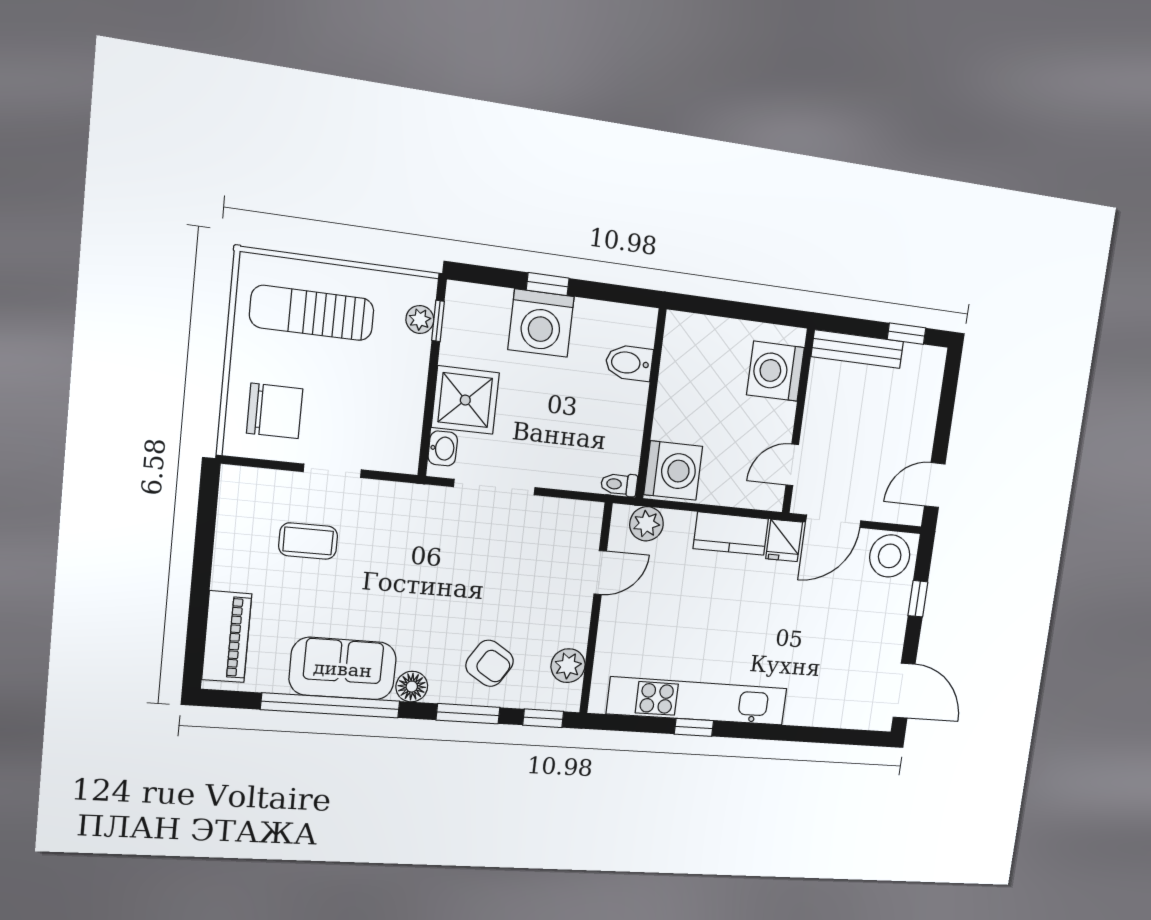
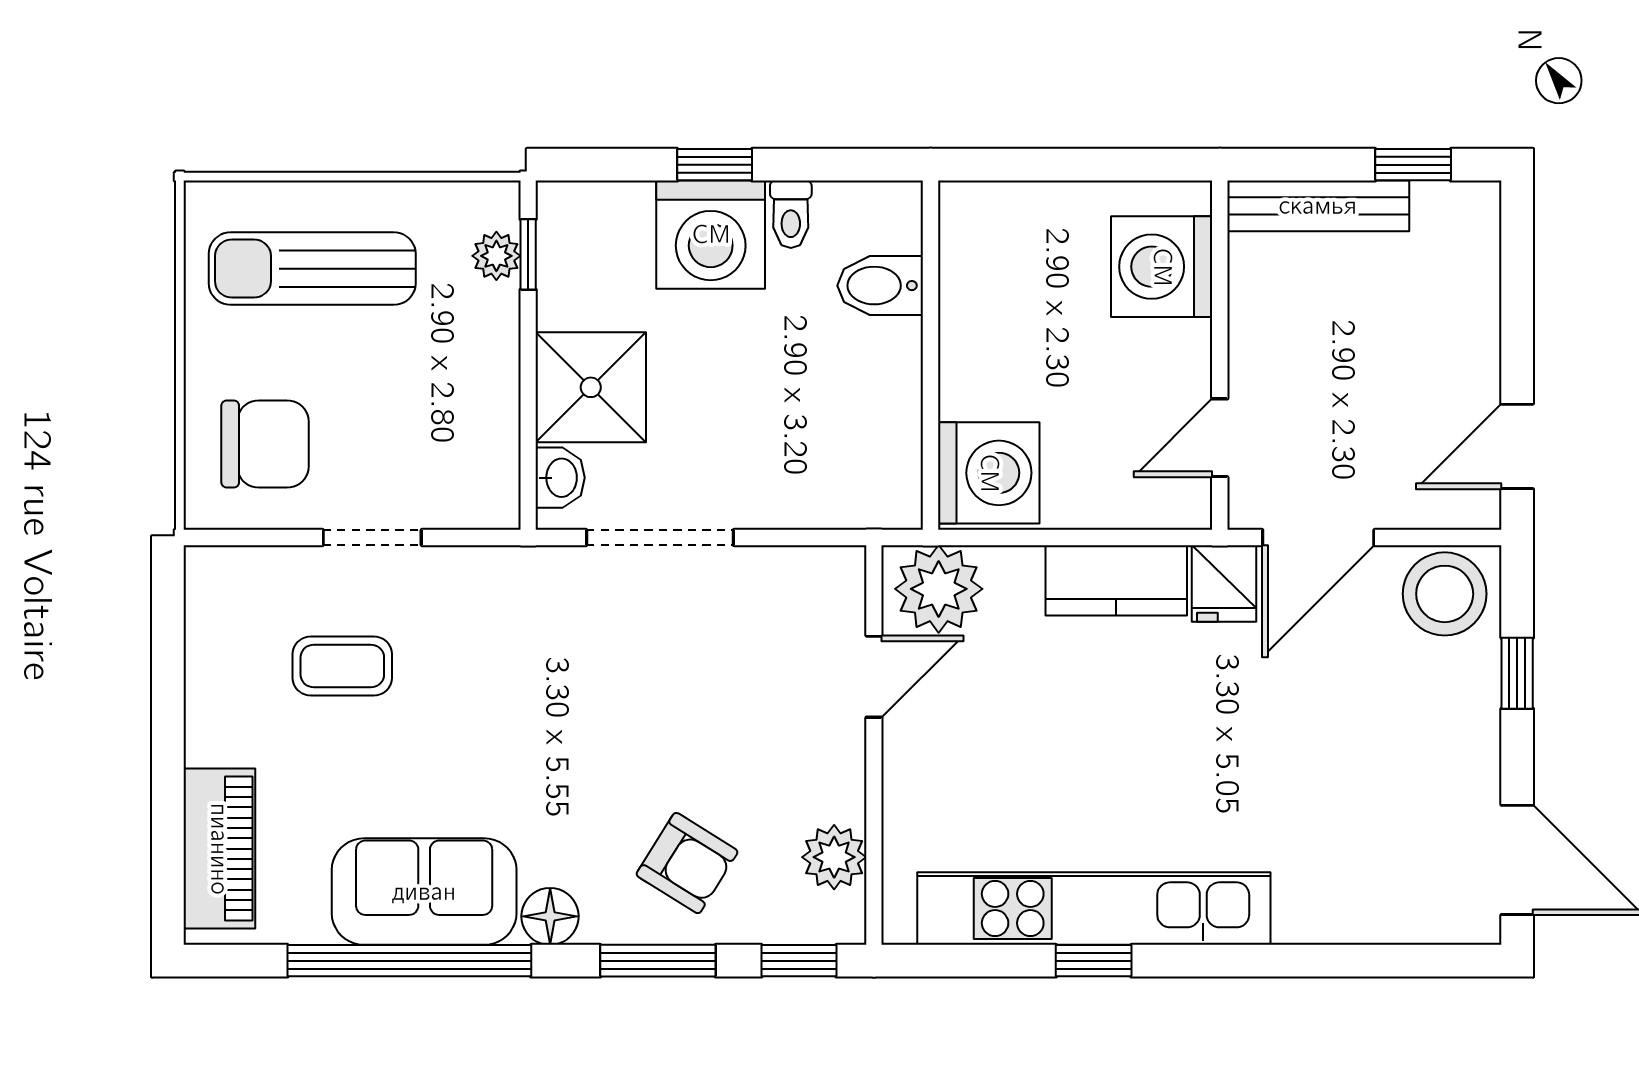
toilet: (619, 484) -> (791, 214), moved, turned -90
plant: (646, 524) -> (939, 589), width x1.36, depth x1.36

